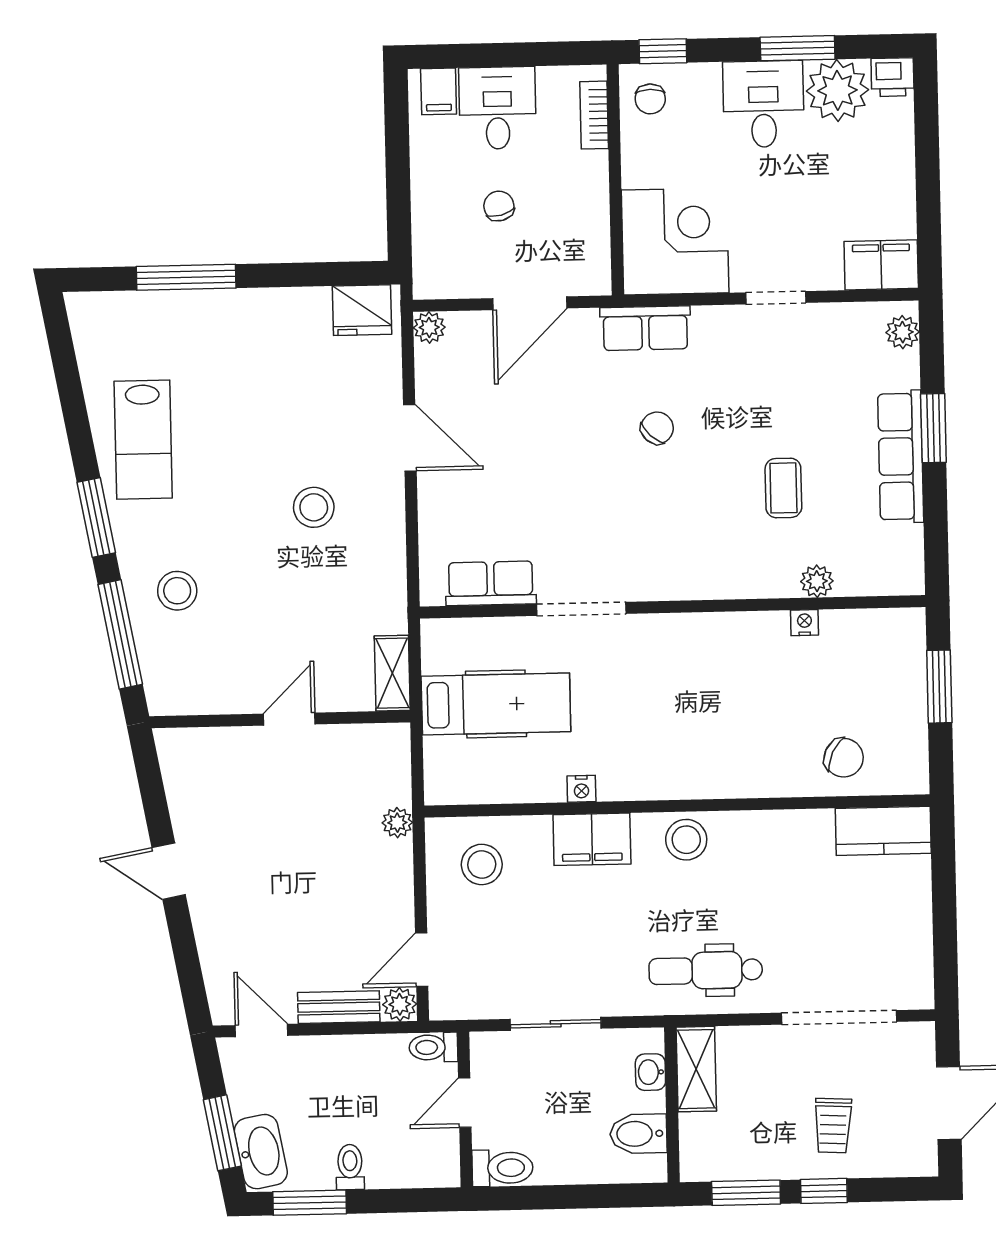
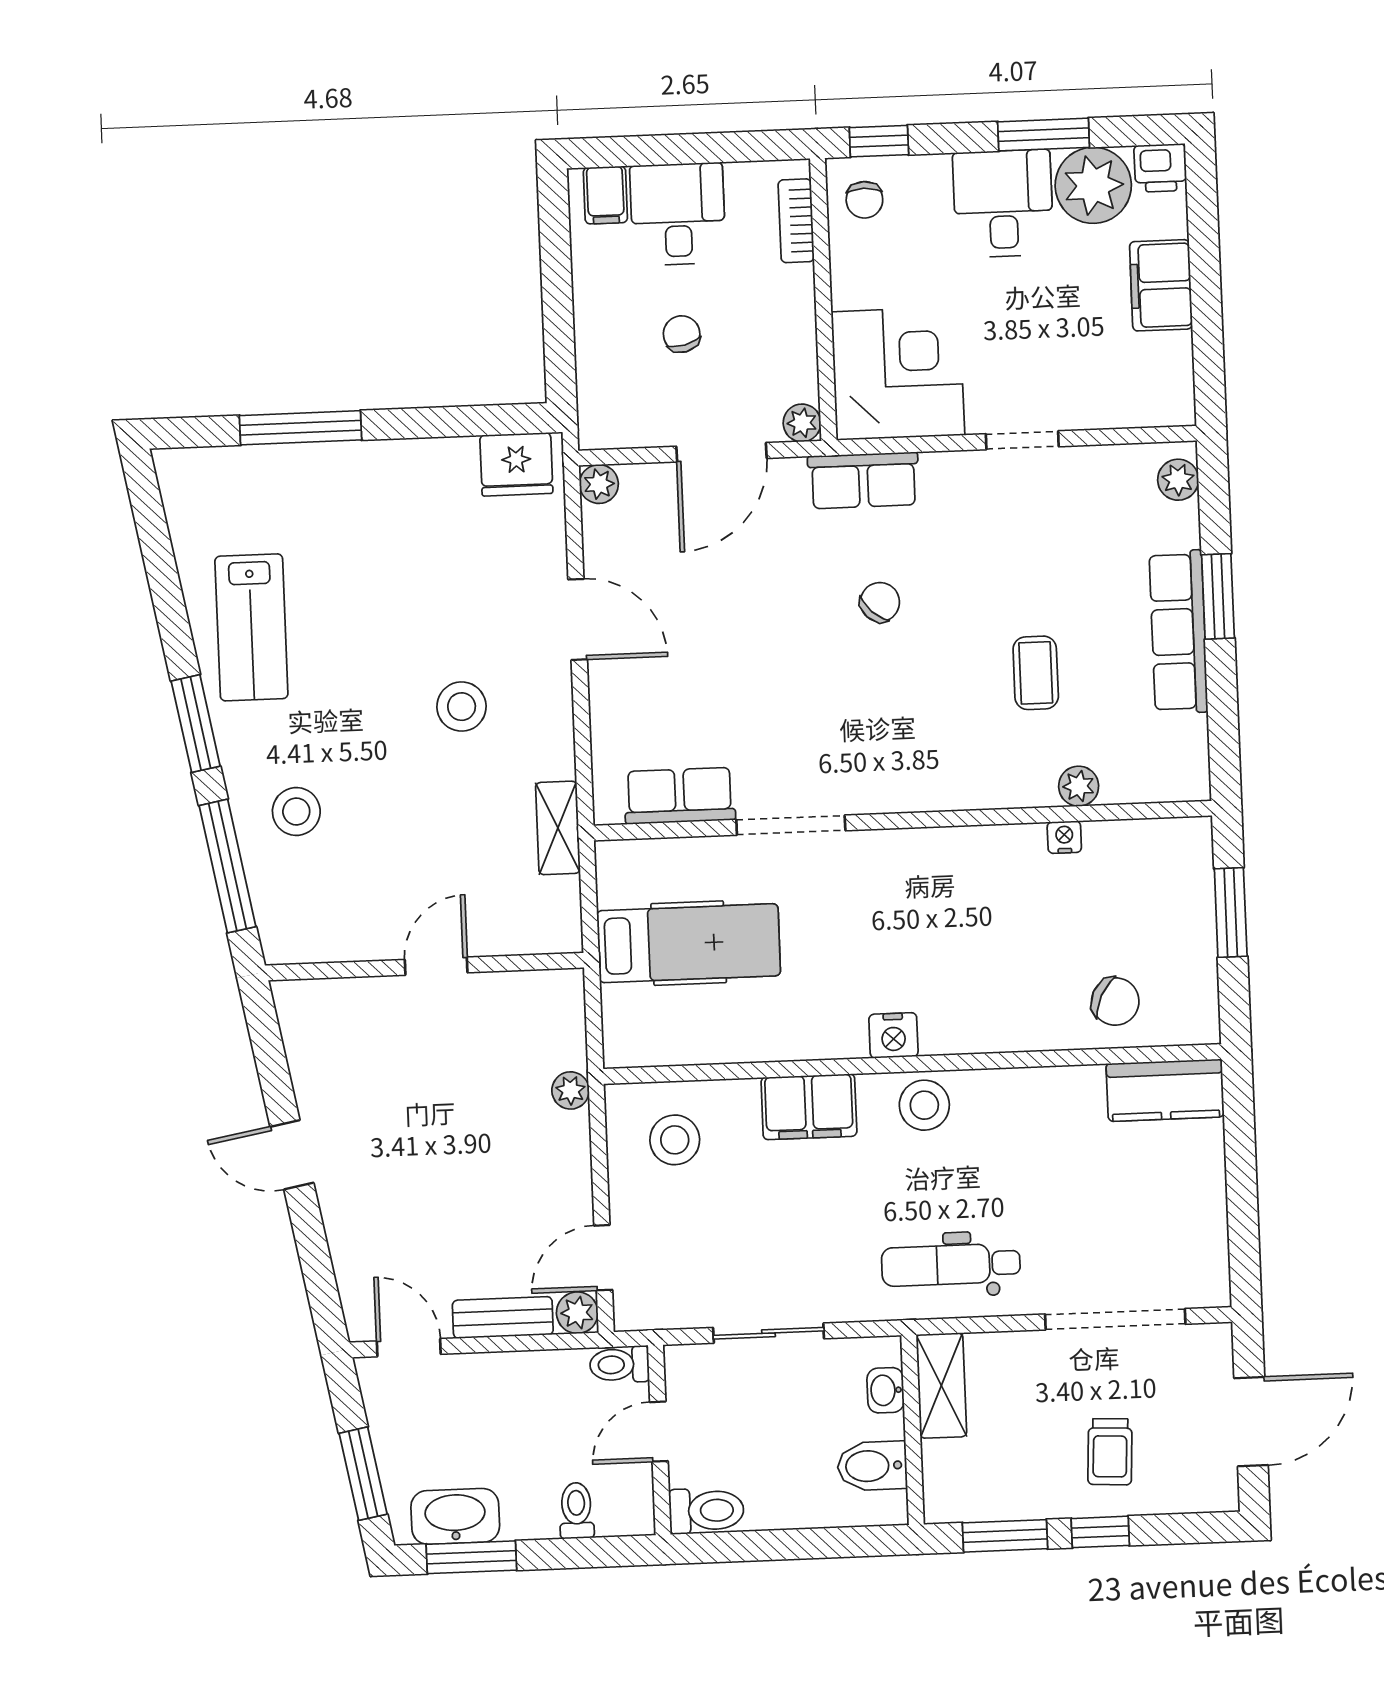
filing cabinet: (881, 265) -> (1161, 285), moved, turned -90
plant: (596, 280) -> (802, 423), added
shelving: (392, 673) -> (558, 828), moved
nightstand: (581, 789) -> (893, 1035), moved, width x1.39, depth x1.35
washbasin: (261, 1152) -> (455, 1516), moved, turned -80
toilet: (350, 1167) -> (576, 1511), moved

